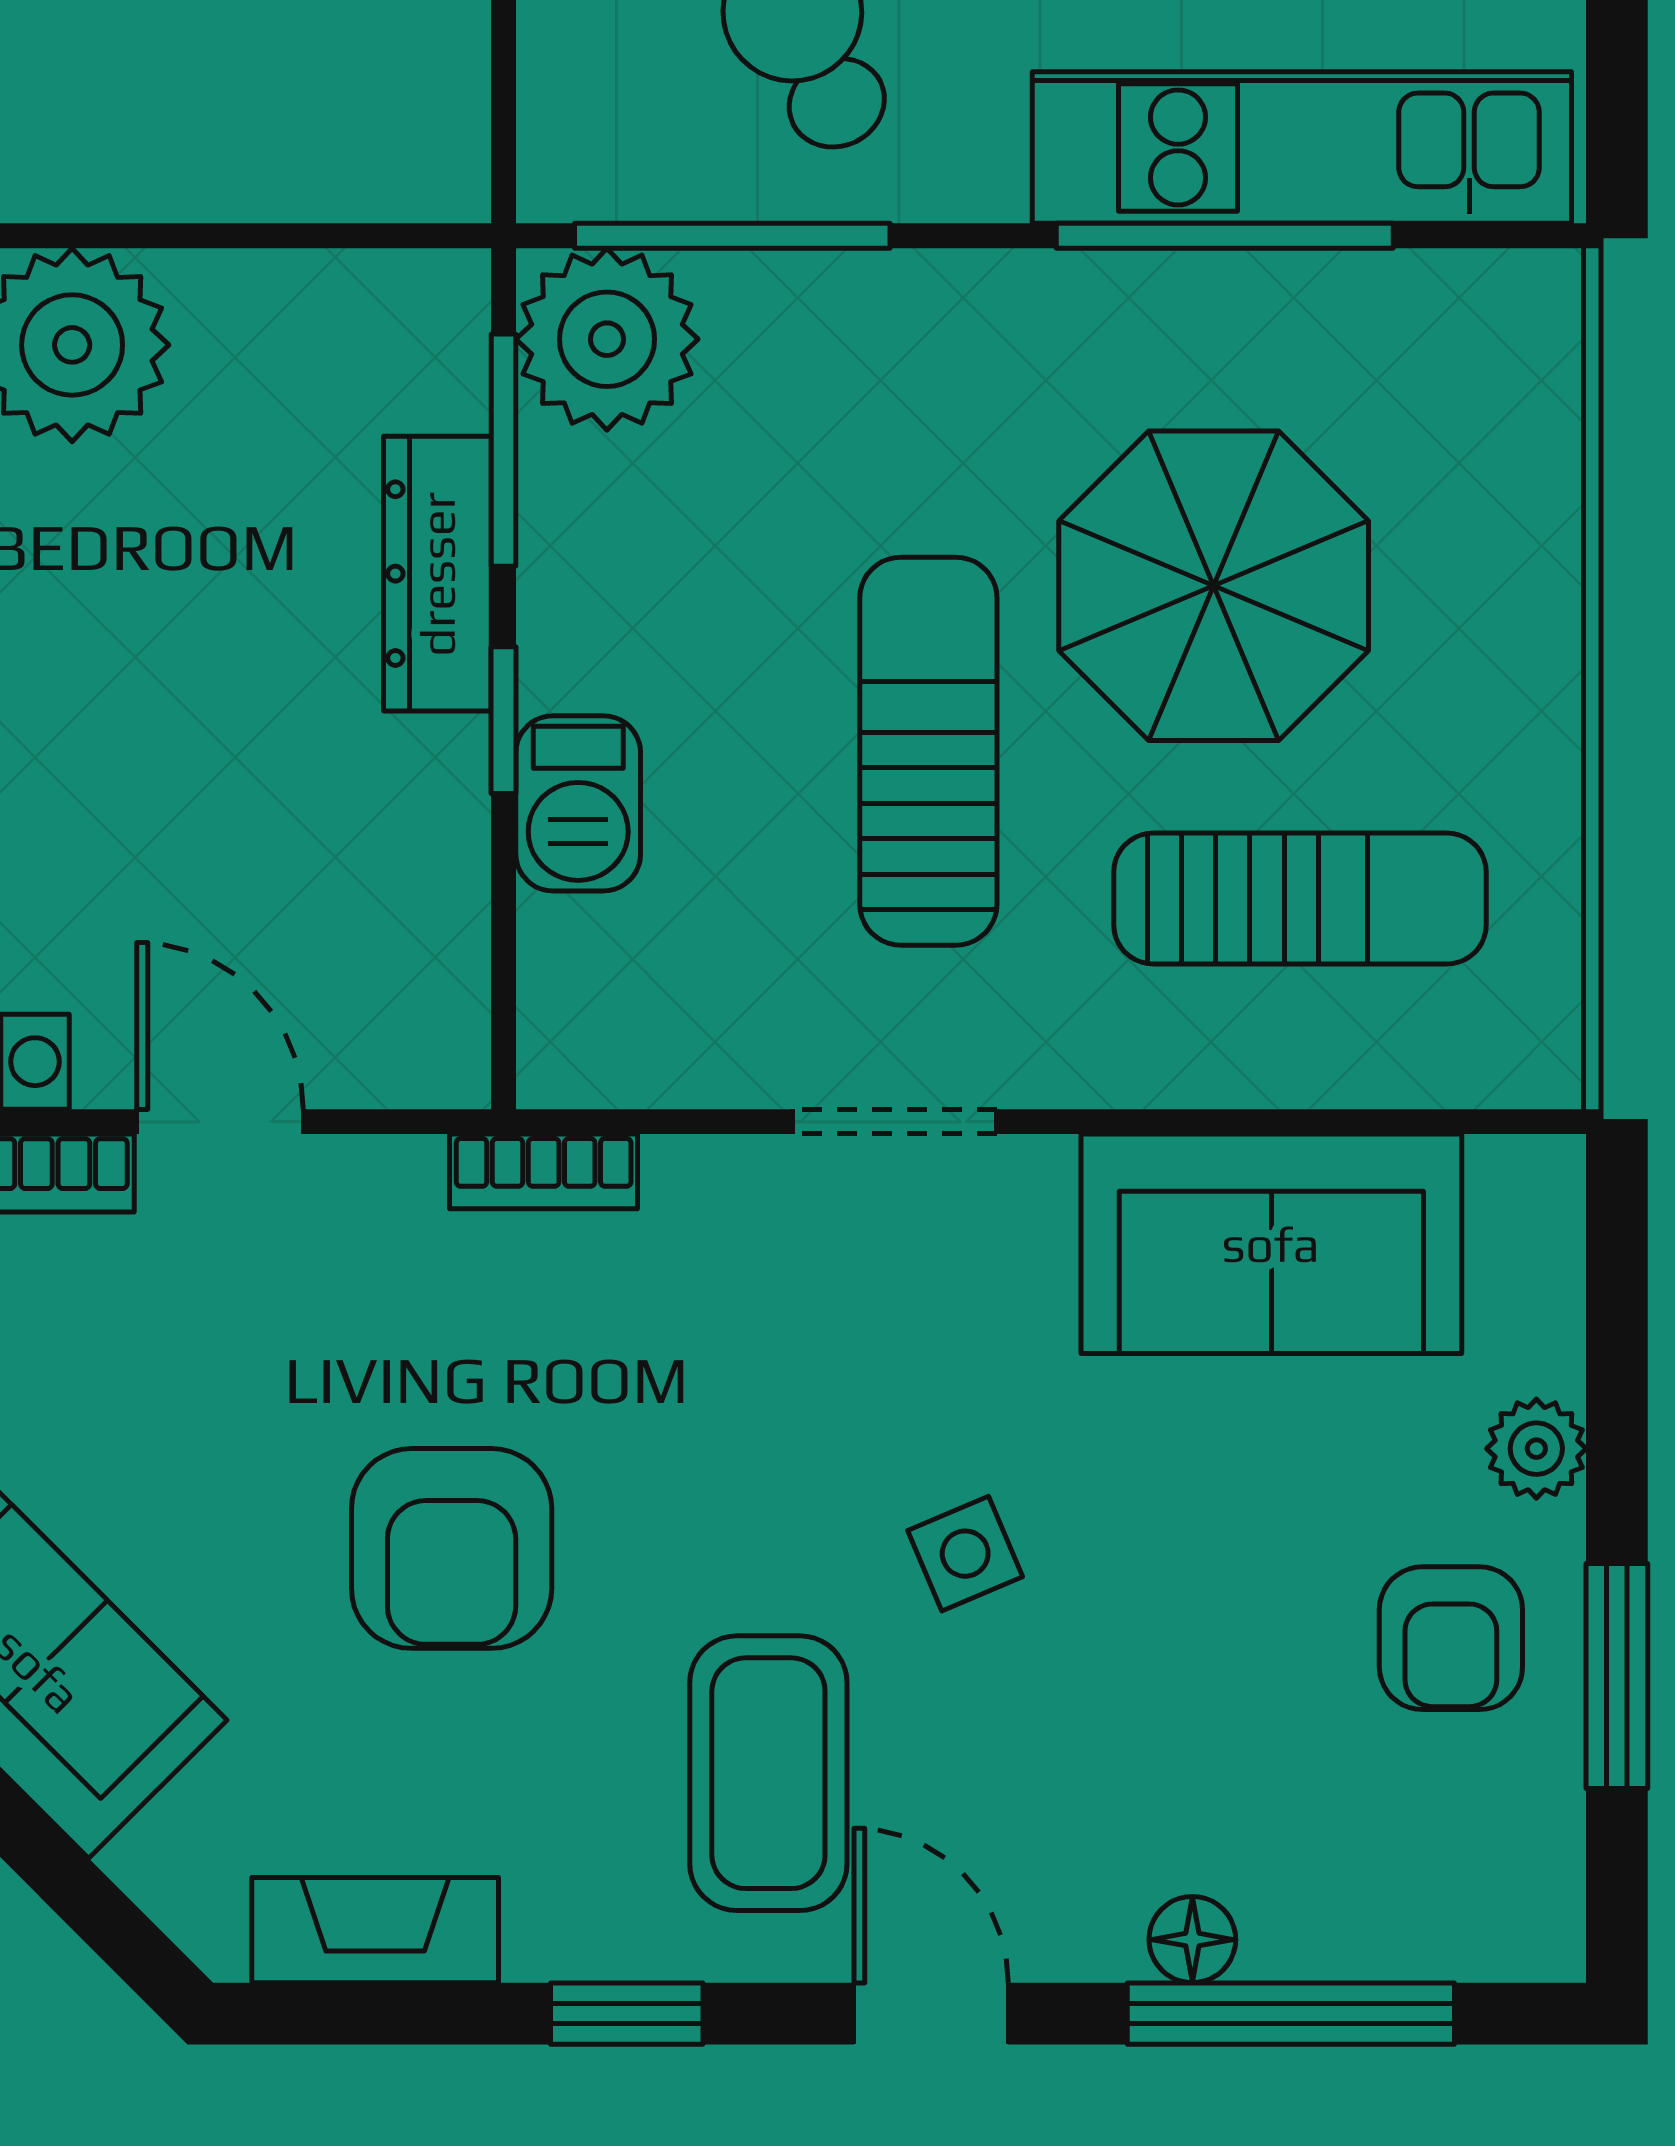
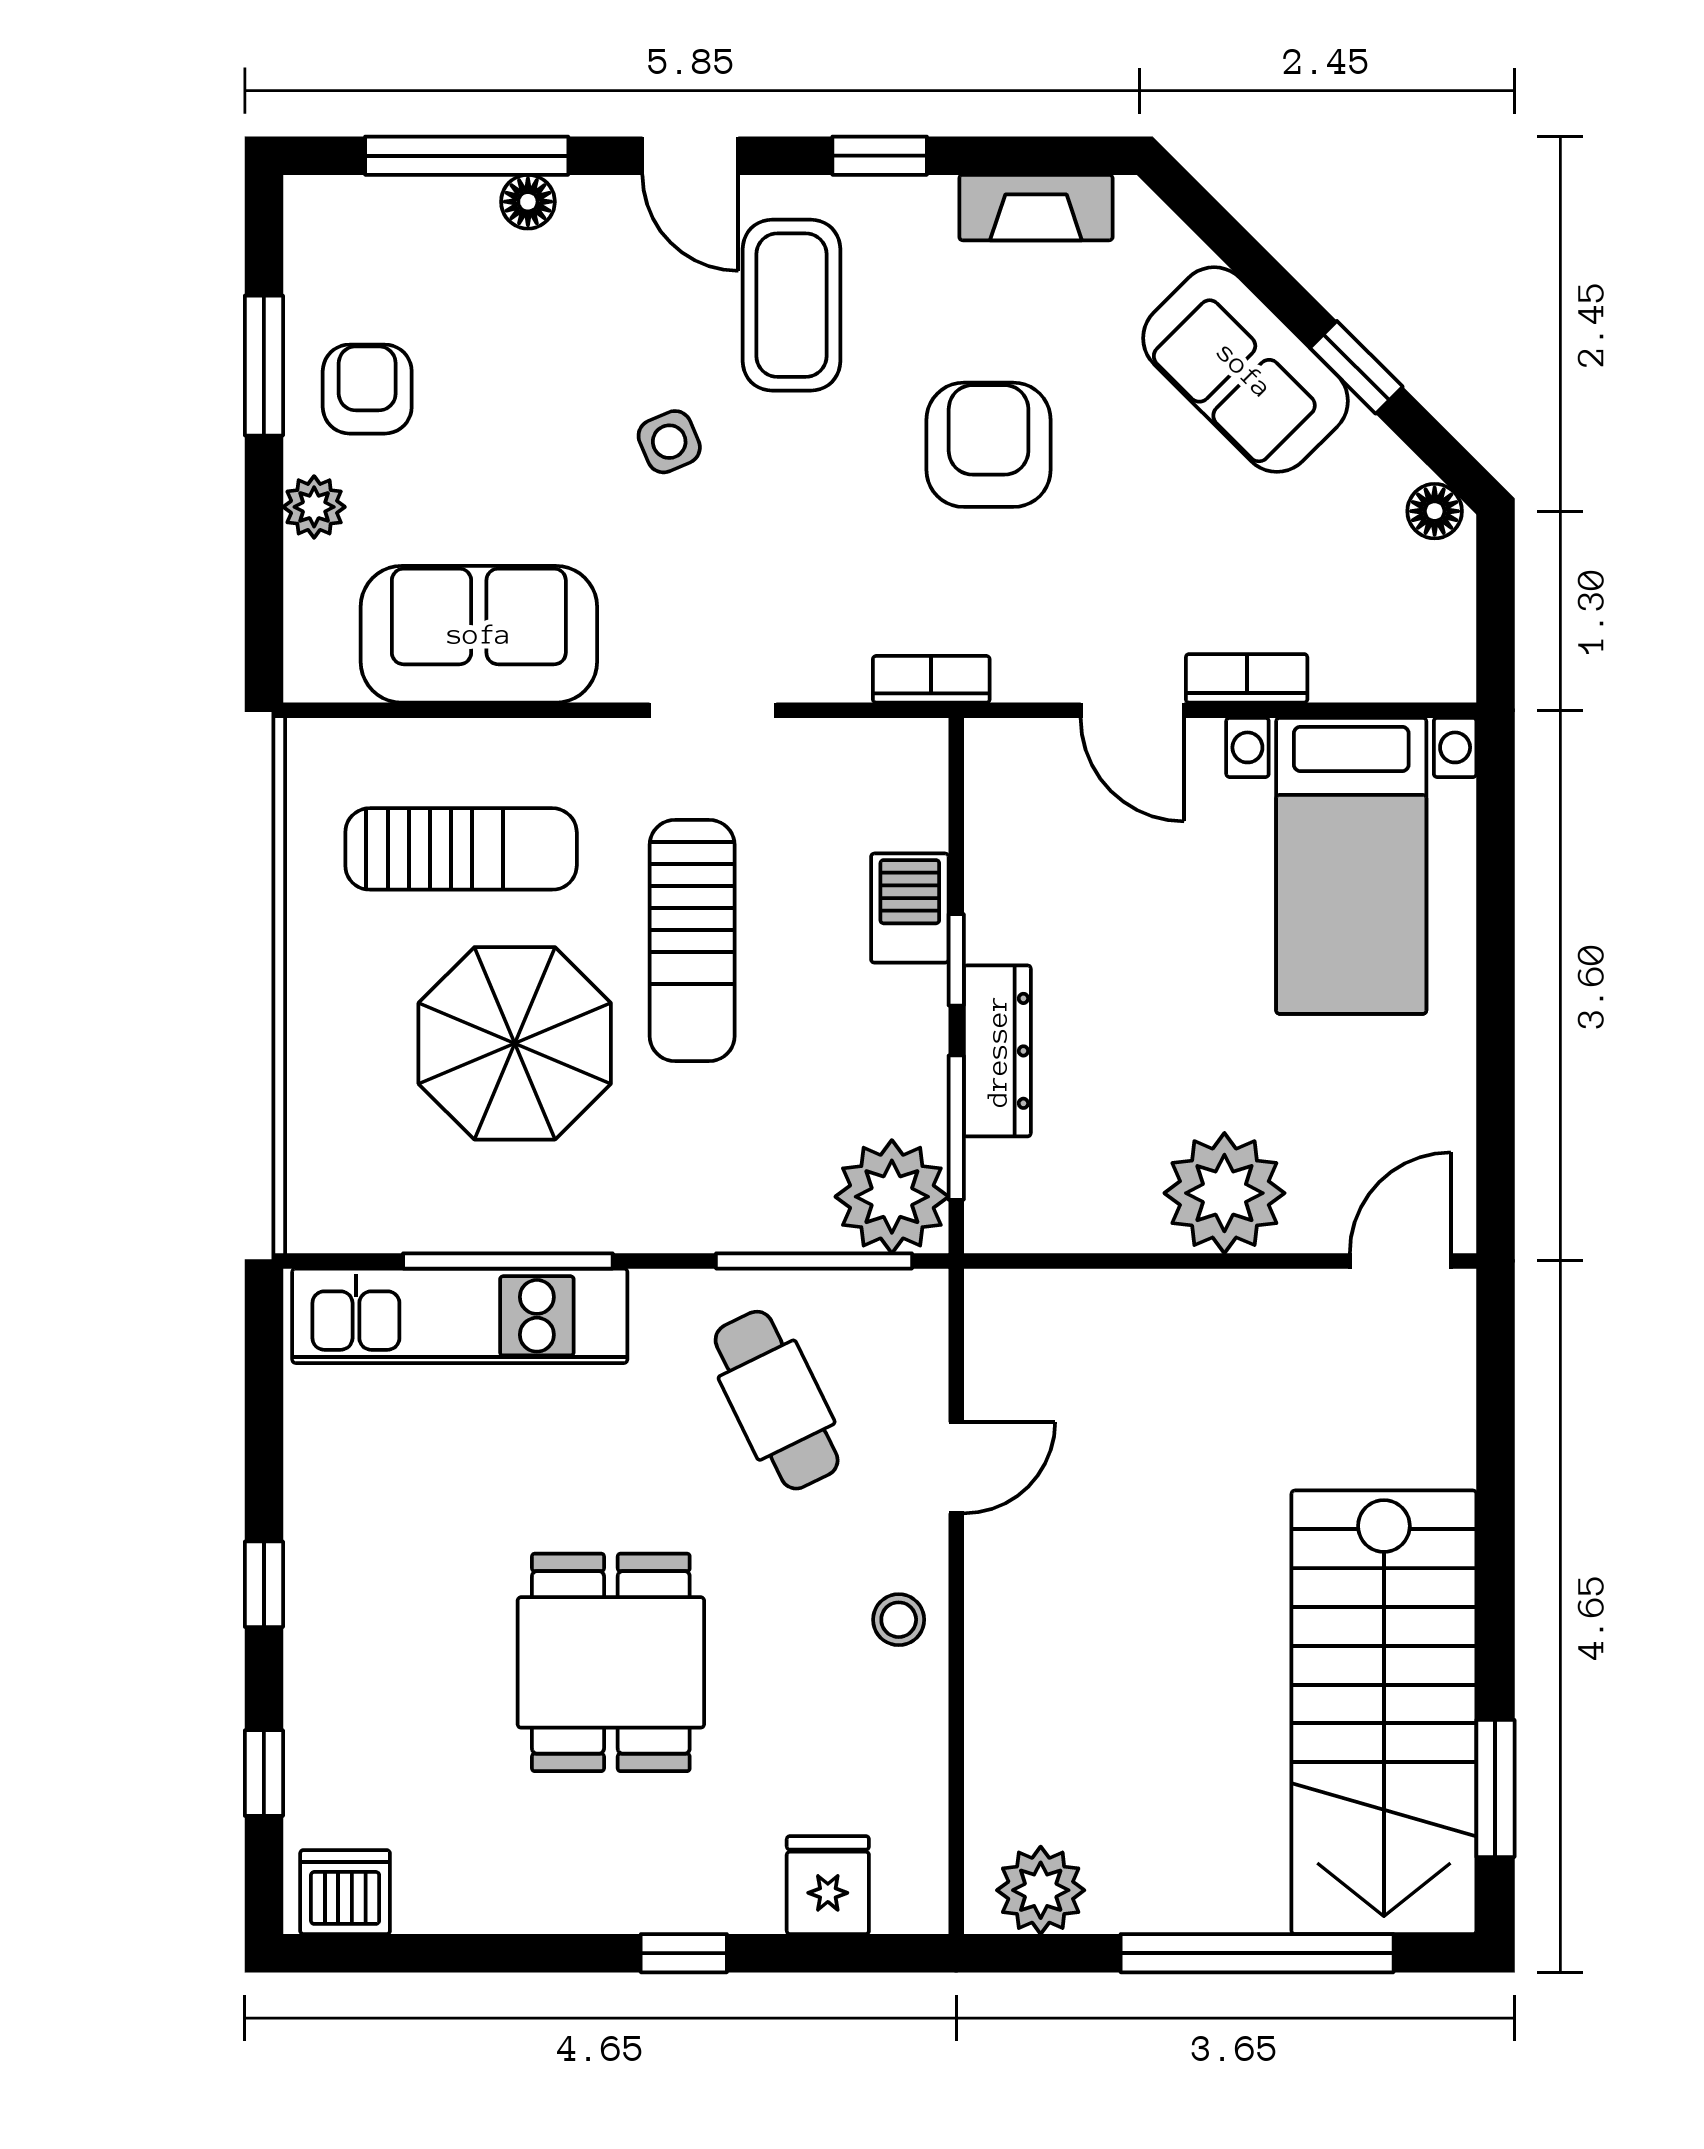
sun lounger: (1300, 898) -> (461, 849), turned 180

